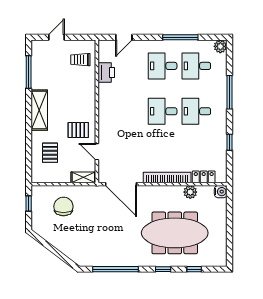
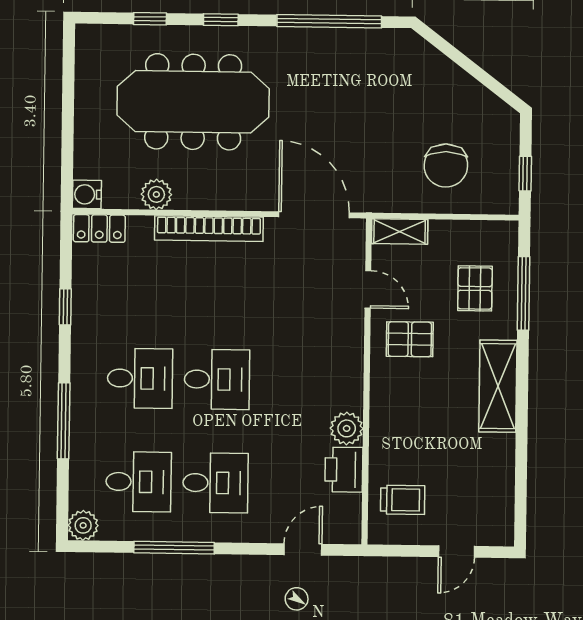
window: (29, 72) -> (524, 293), moved
plant: (105, 91) -> (347, 428), added
locker: (204, 177) -> (99, 228), moved

